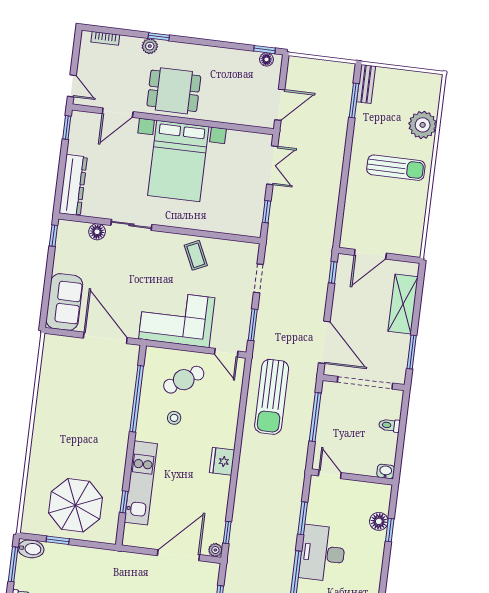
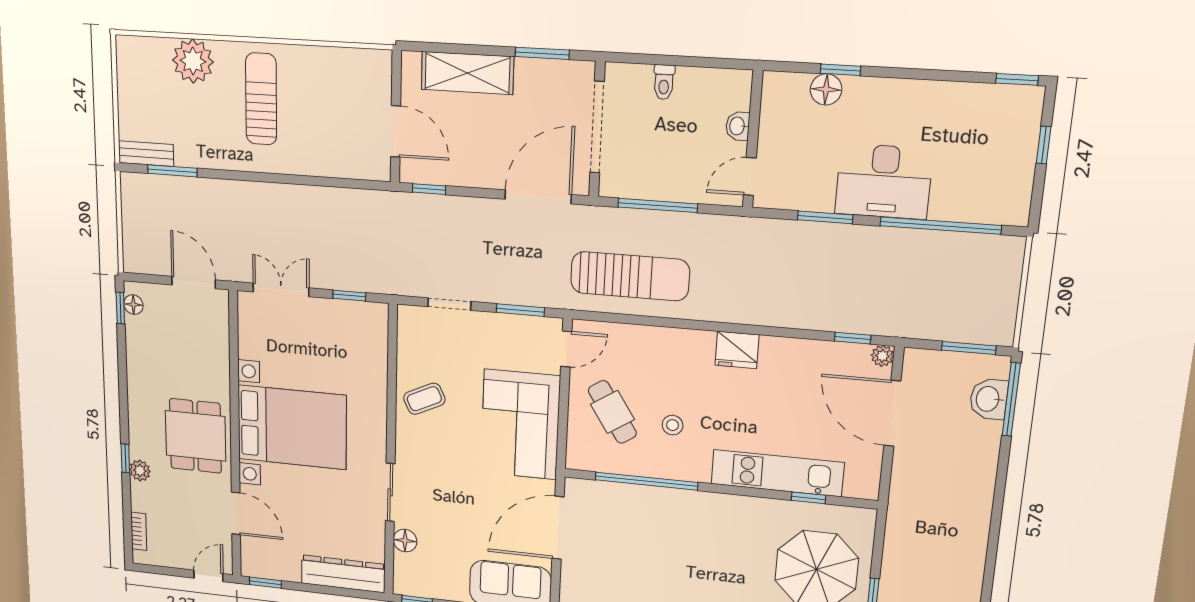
washbasin: (386, 471) -> (738, 126), moved

